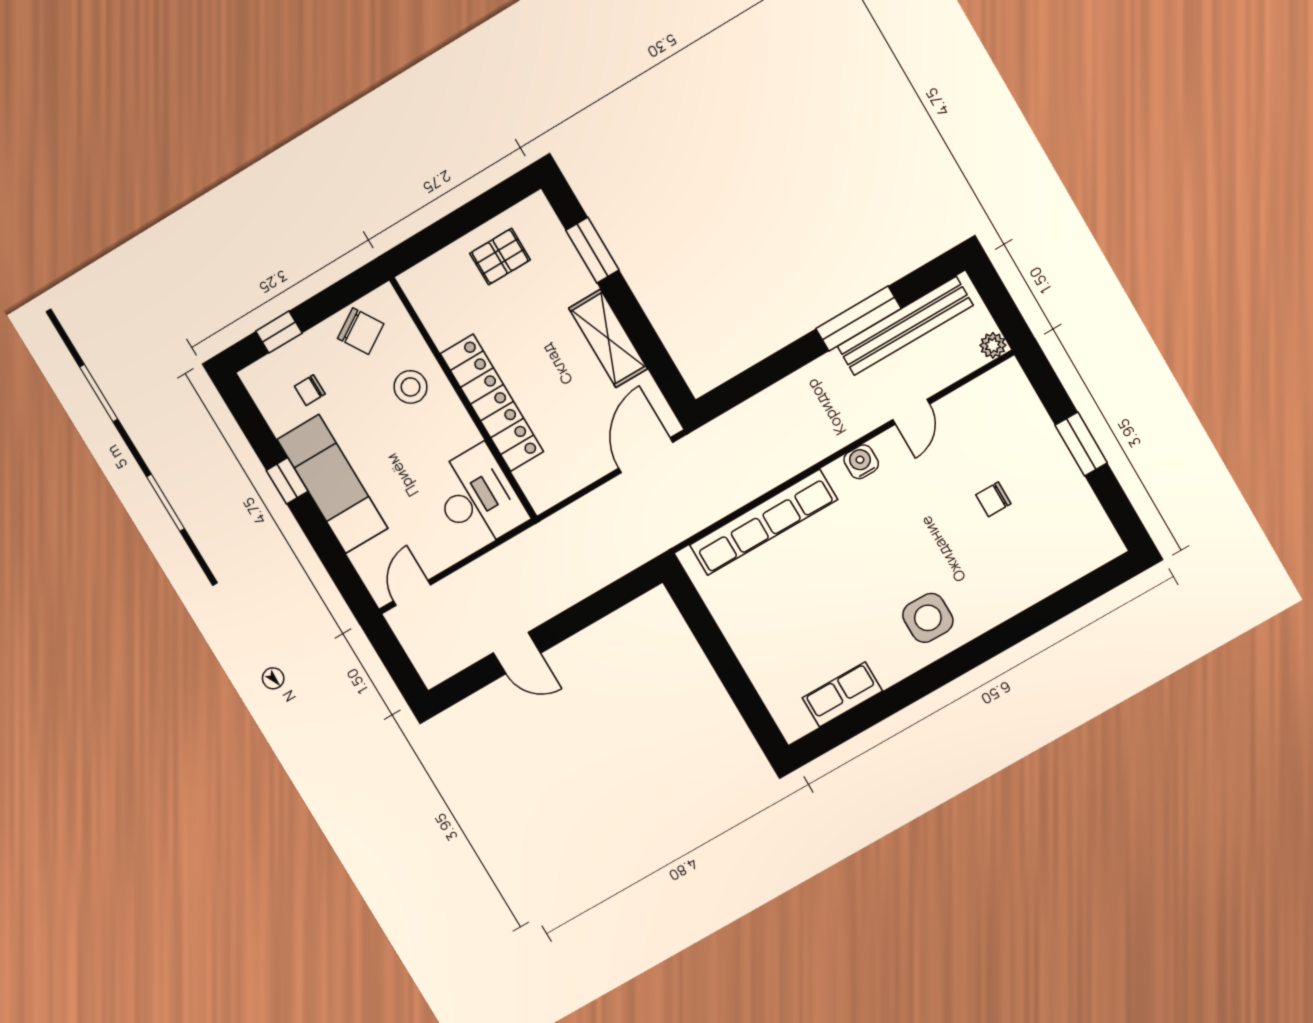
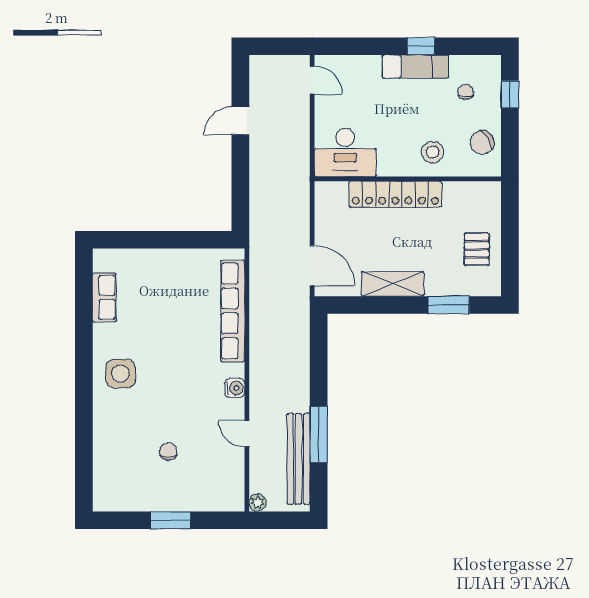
exam couch: (332, 484) -> (416, 67), width x0.73, depth x0.69

